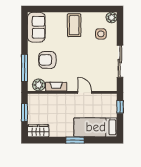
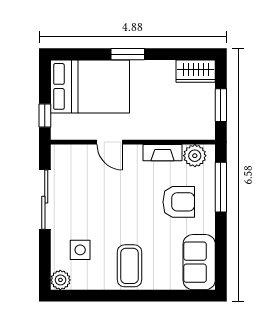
bed: (96, 127) -> (90, 86), width x1.50

